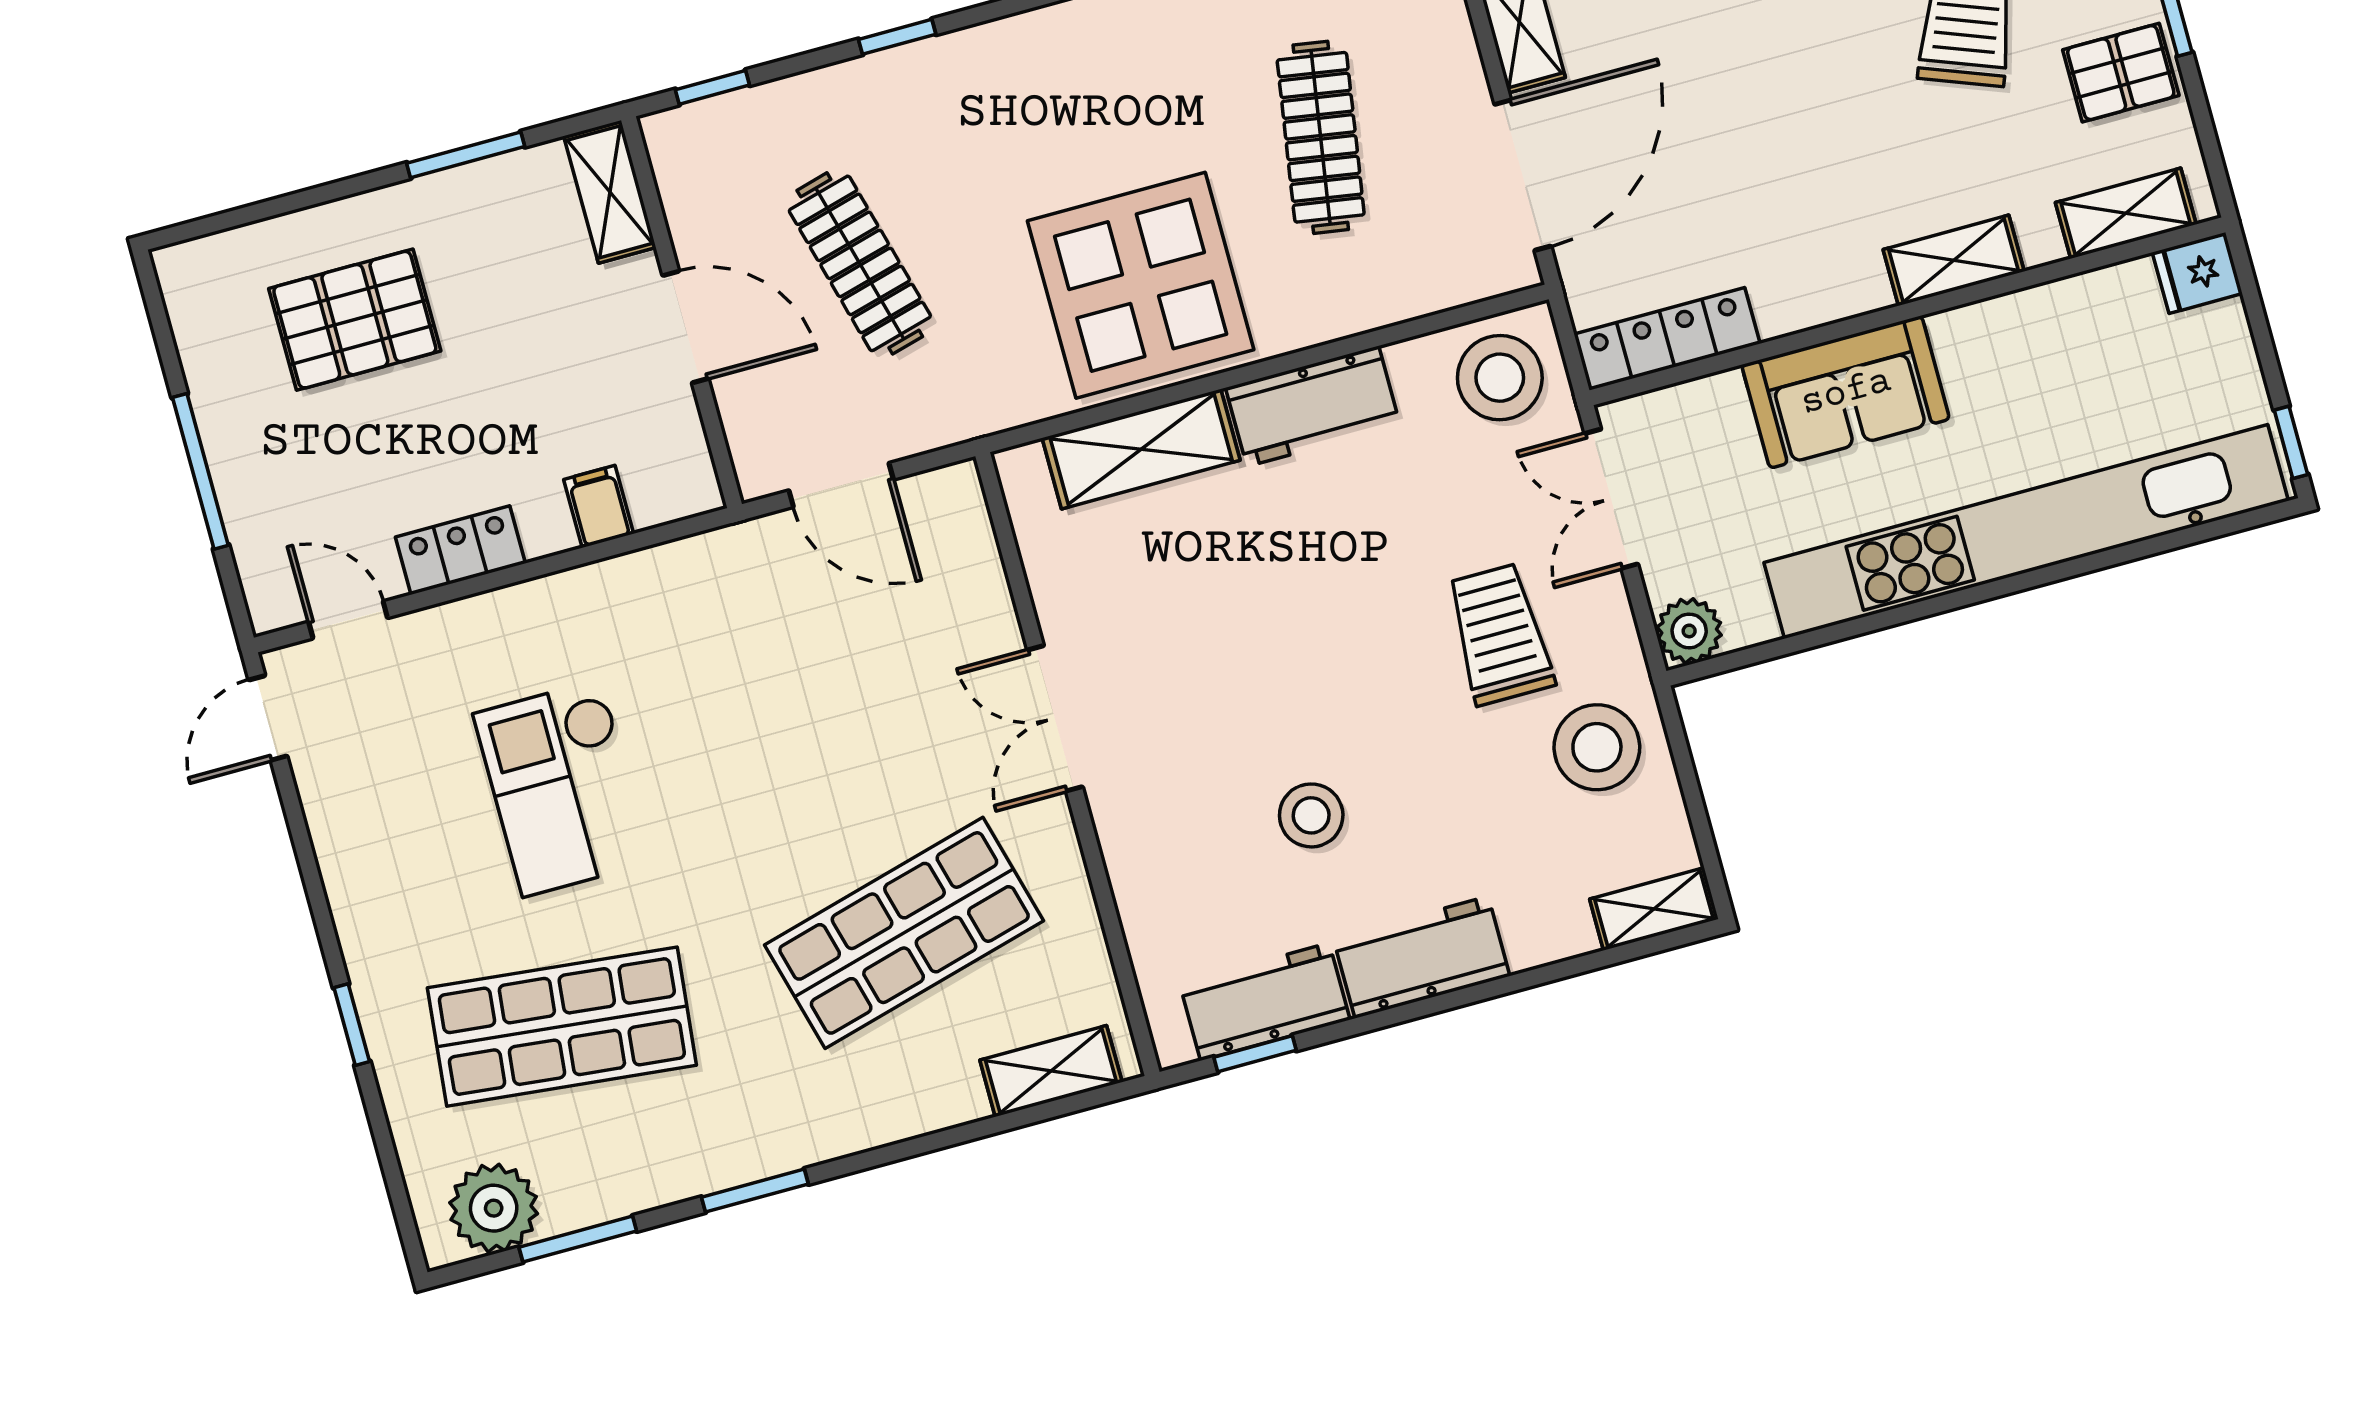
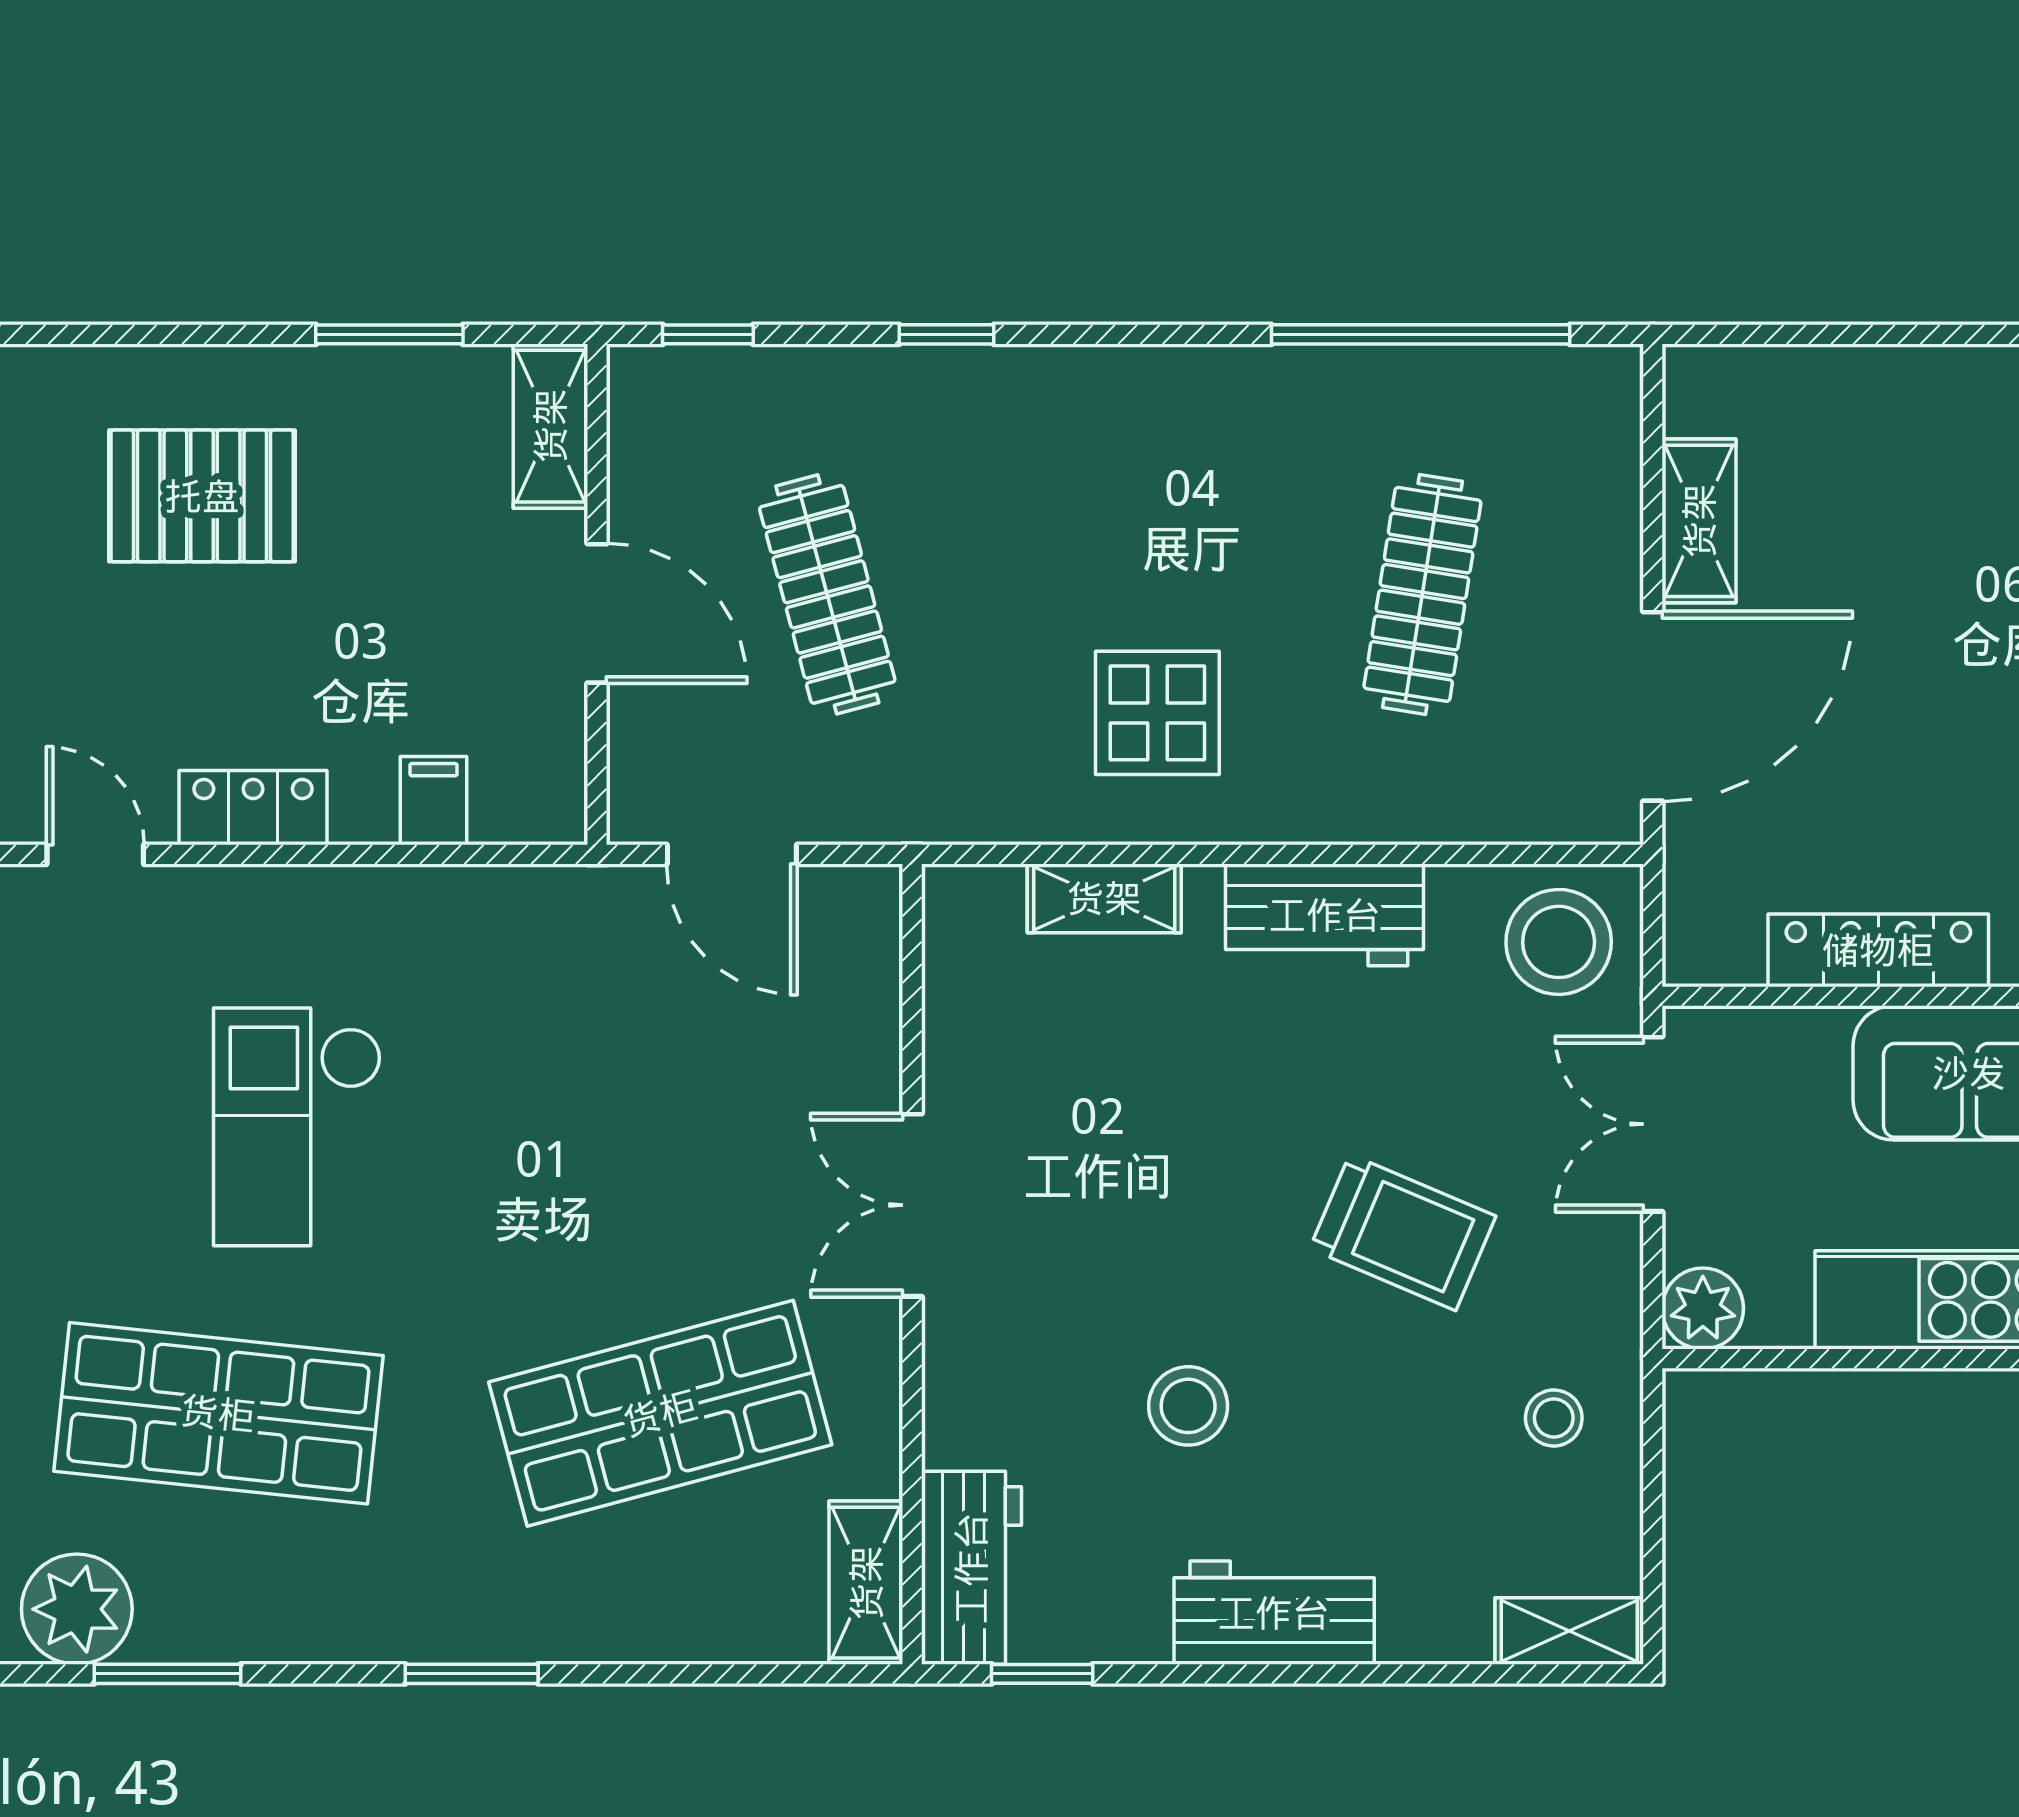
display table: (1141, 285) -> (1157, 713), width x0.54, depth x0.54
locker: (1667, 339) -> (1878, 950), moved
shelving: (1141, 449) -> (1104, 898), width x0.67, depth x0.75
trolley: (1500, 634) -> (1403, 1232), moved, turned 113
stool: (1597, 747) -> (1554, 1418), width x0.53, depth x0.53
workbench: (1265, 1002) -> (971, 1568), moved, turned 90
shelving: (1051, 1071) -> (866, 1583), moved, turned 90
window: (755, 1191) -> (472, 1674), moved

